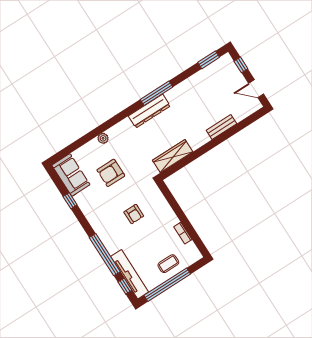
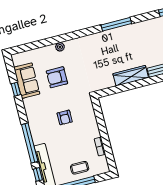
dresser: (149, 111) -> (105, 37), removed
wardrobe: (173, 156) -> (131, 76), moved
sofa: (71, 175) -> (27, 81), moved

